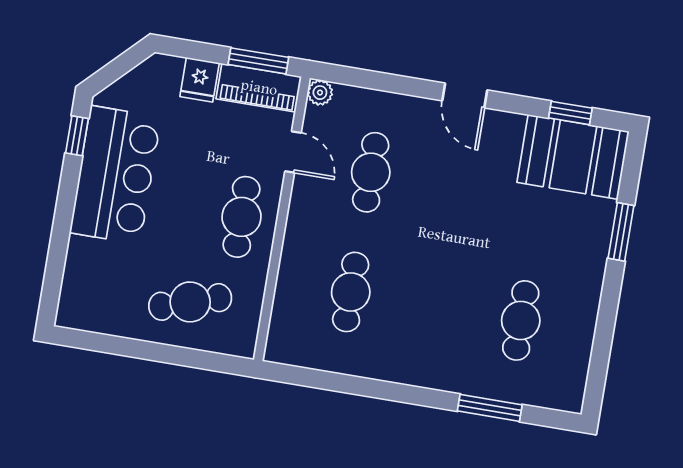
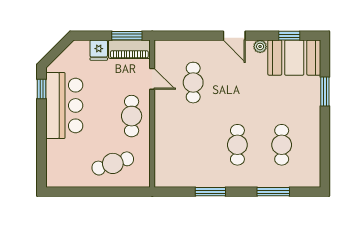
plant: (320, 93) -> (260, 46), moved
cafe table: (351, 292) -> (237, 145), moved
window: (369, 388) -> (210, 192), added

